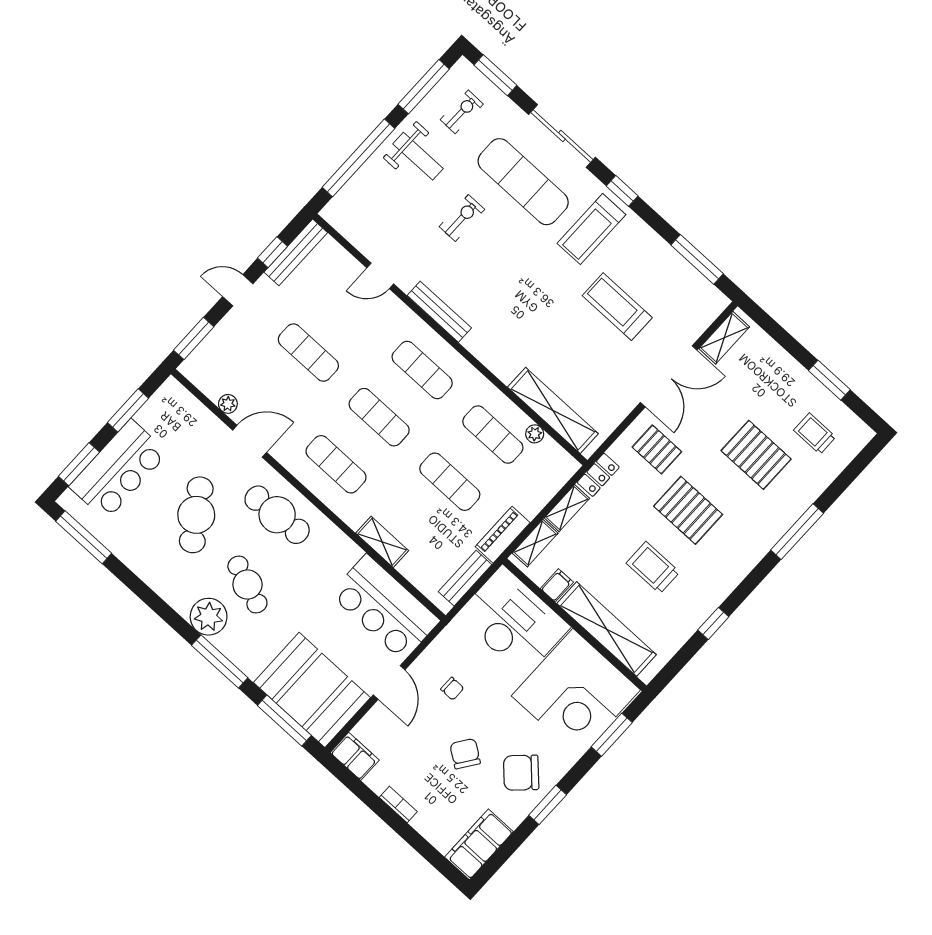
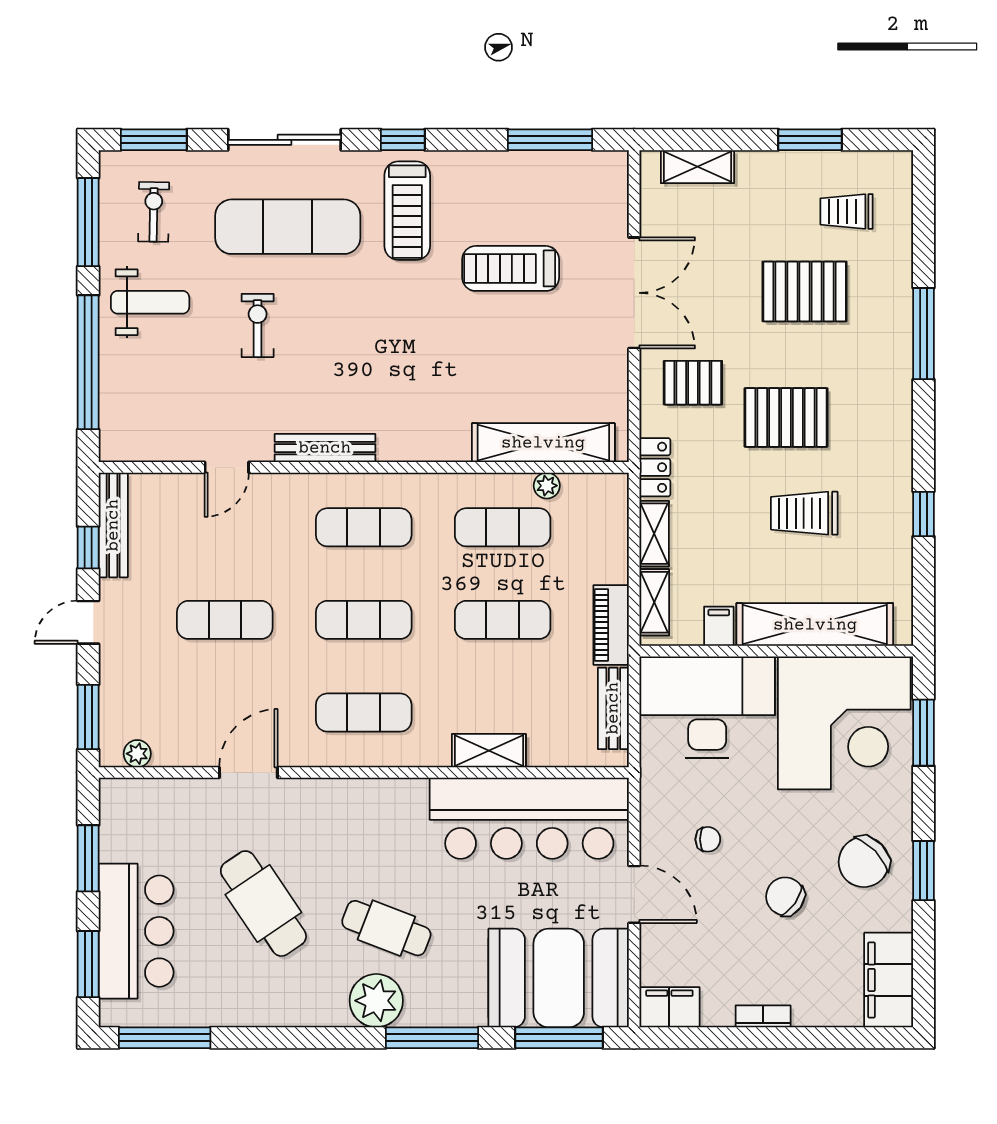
shelving: (724, 338) -> (697, 167), moved, turned 90
plant: (228, 404) -> (137, 754), moved
cafe table: (277, 515) -> (350, 824), removed
bar counter: (385, 607) -> (529, 818), width x1.36

